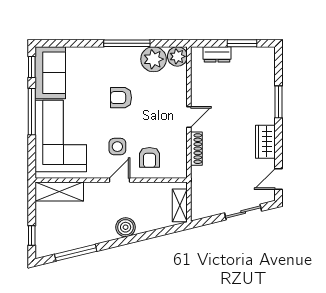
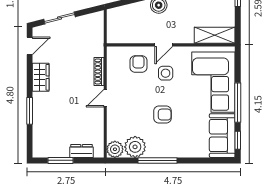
shelving: (180, 205) -> (113, 24), removed

